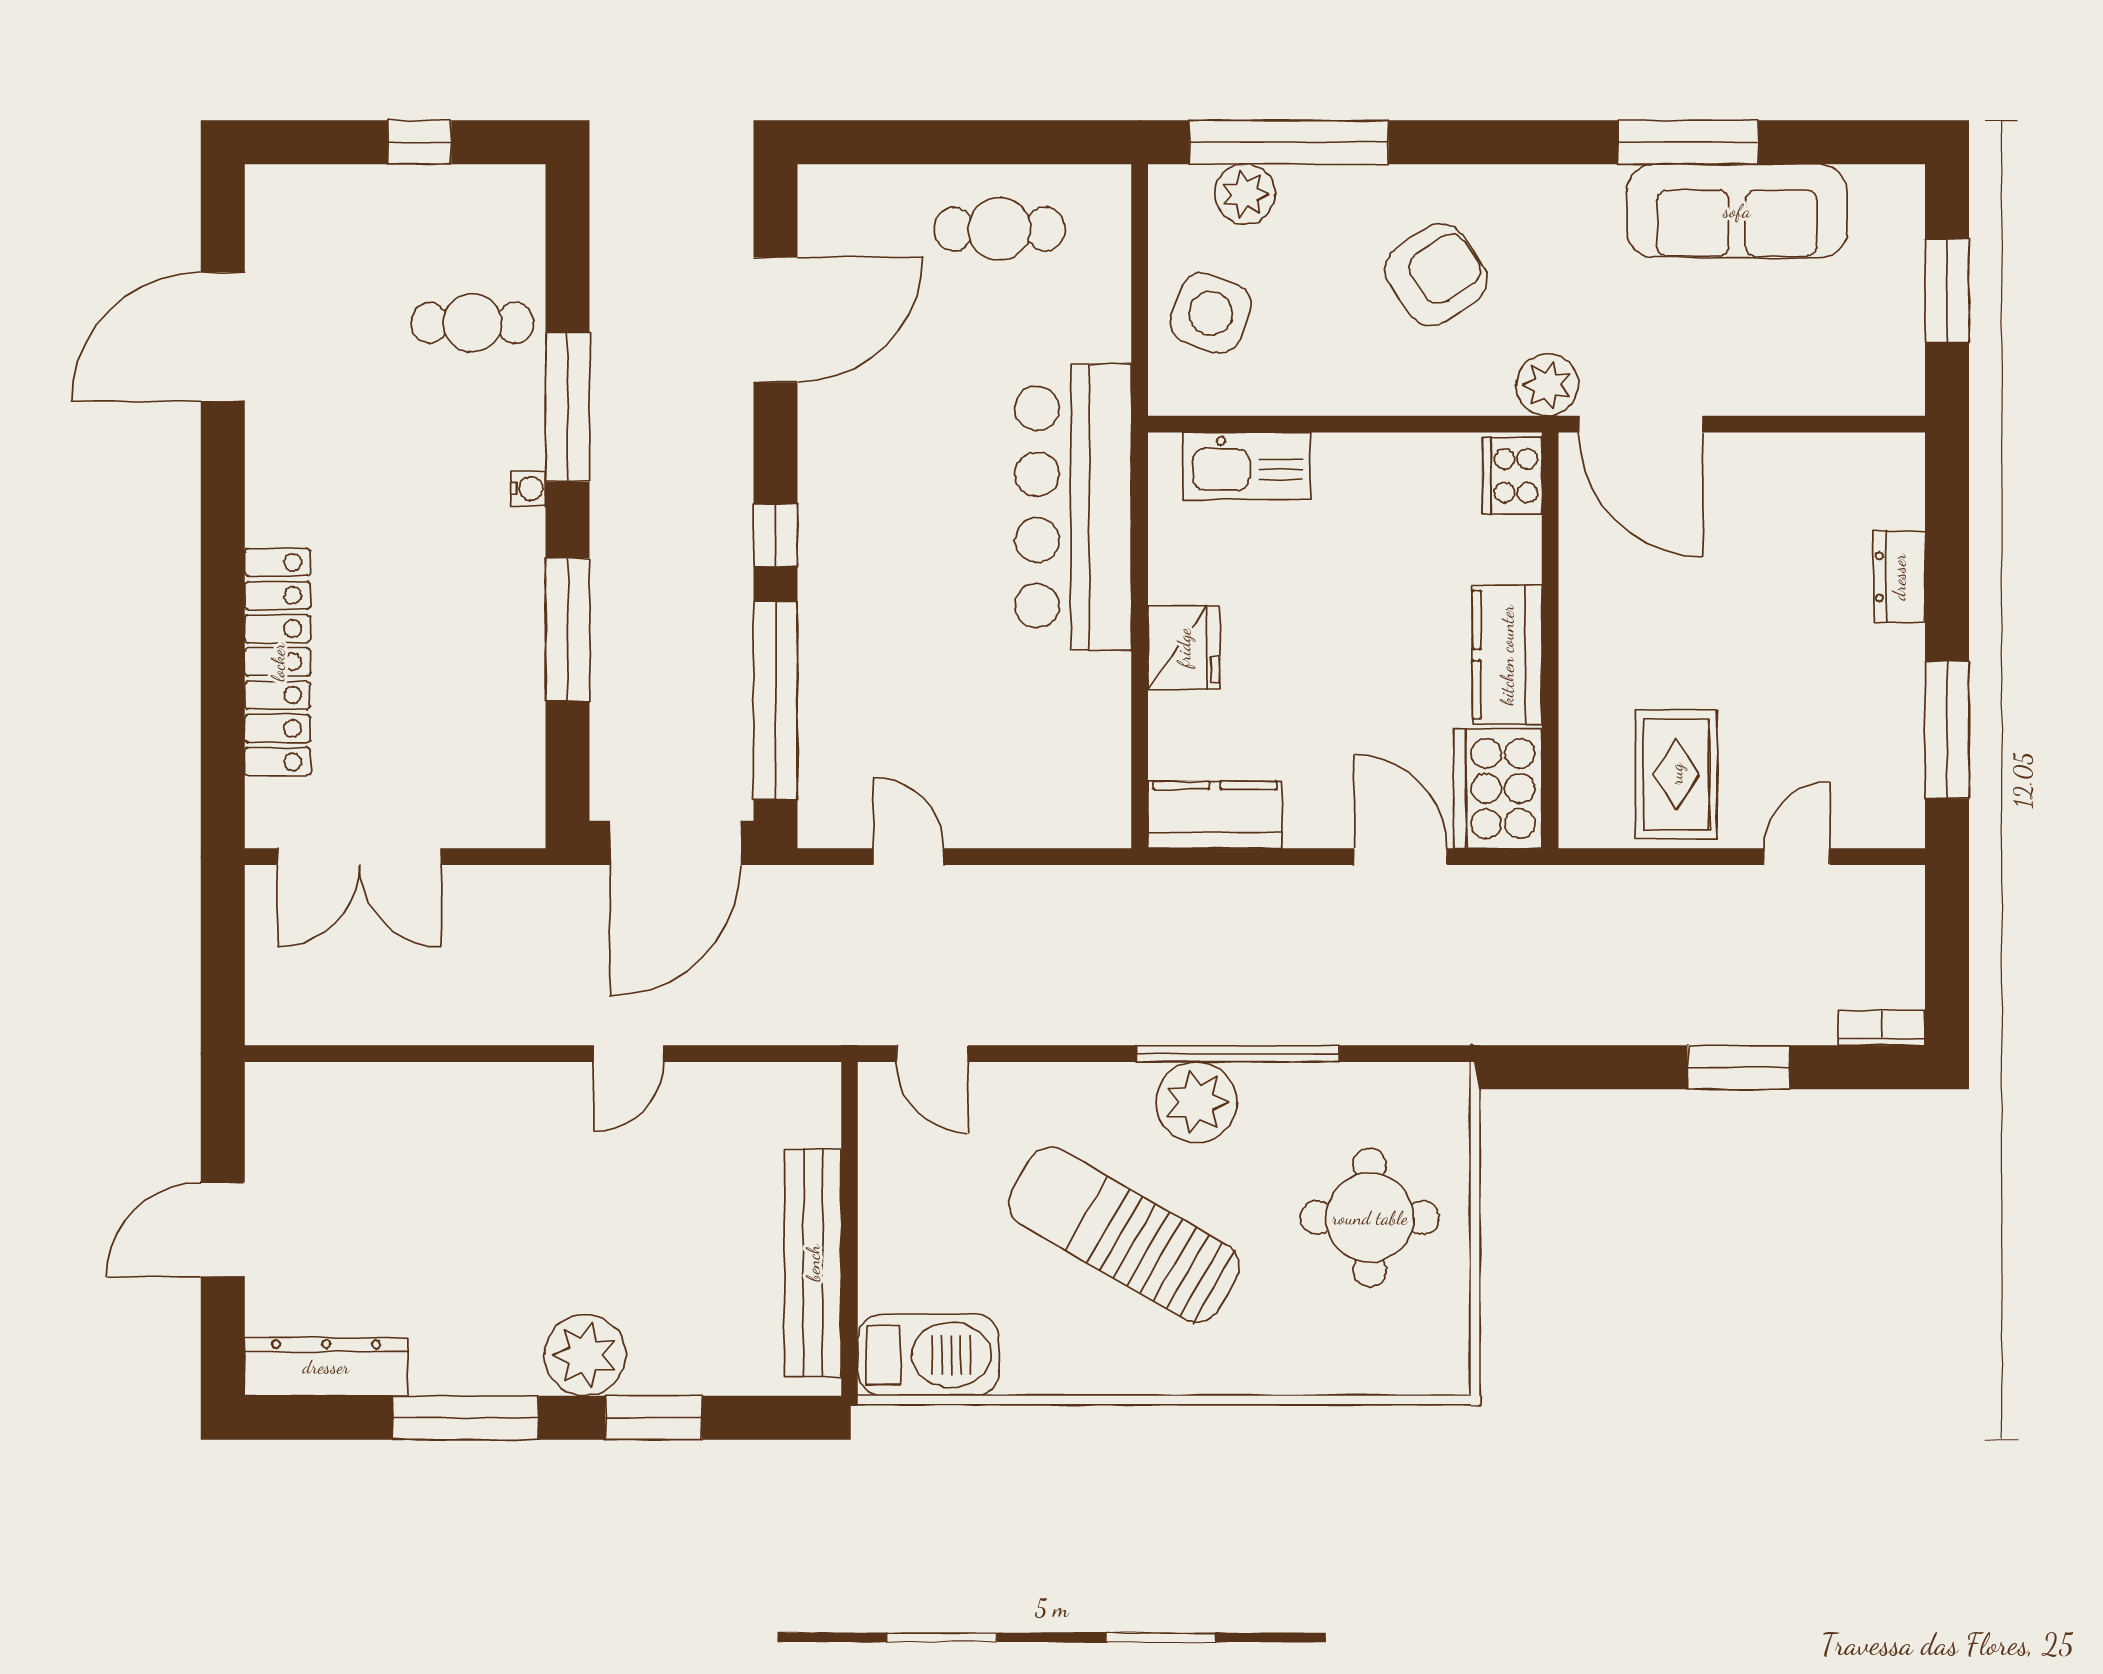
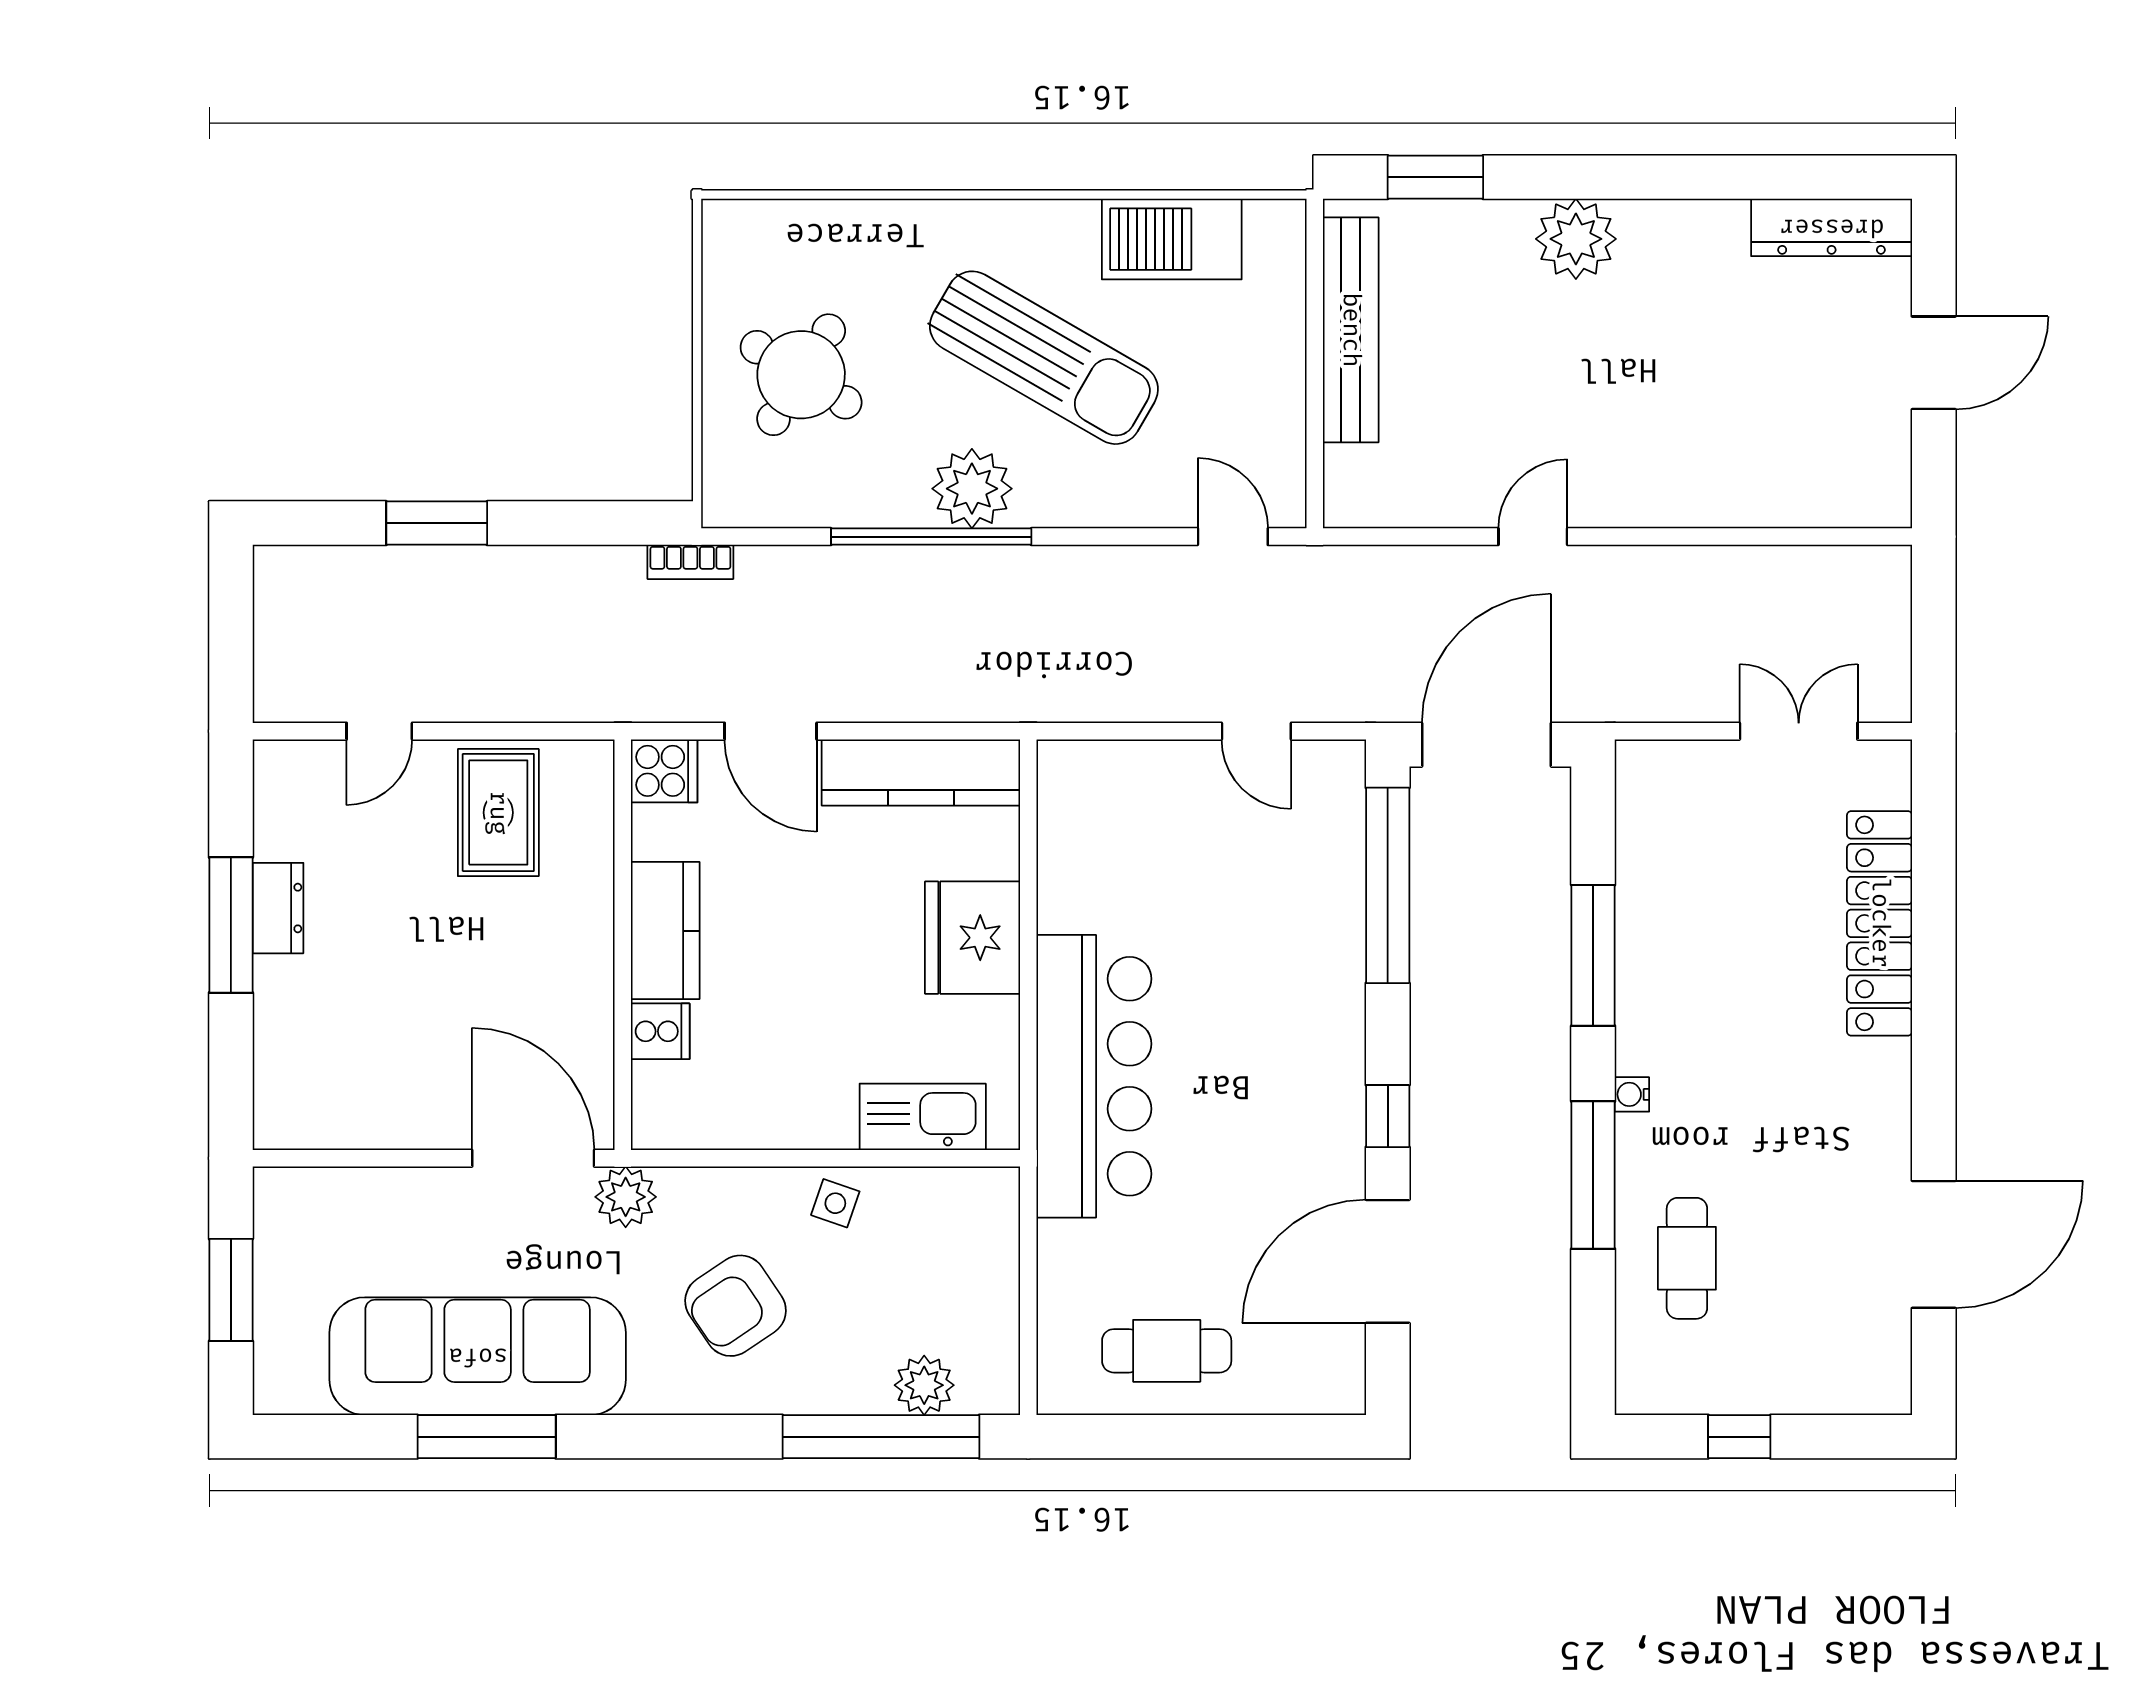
sofa: (1737, 211) -> (478, 1356), width x1.36, depth x1.27
side table: (1211, 313) -> (835, 1203), moved, width x0.54, depth x0.54
cafe table: (473, 323) -> (1687, 1258), turned 90
cooker: (1512, 476) -> (660, 1031), moved, width x0.73
window: (776, 535) -> (1388, 1116), moved
dresser: (1899, 577) -> (278, 908), moved
fridge: (1184, 648) -> (973, 938), width x1.36, depth x1.34
window: (1947, 730) -> (231, 925), moved
cooker: (1498, 788) -> (664, 771), width x0.53, depth x0.76
kitchen counter: (1215, 815) -> (921, 772), width x1.50
double door: (359, 857) -> (1799, 731), width x0.73
bookcase: (1882, 1028) -> (690, 562), moved
round table: (1370, 1218) -> (801, 375), turned 32
barbecue: (929, 1355) -> (1172, 239), moved
window: (465, 1418) -> (1694, 177), removed
window: (654, 1418) -> (1435, 177), moved

